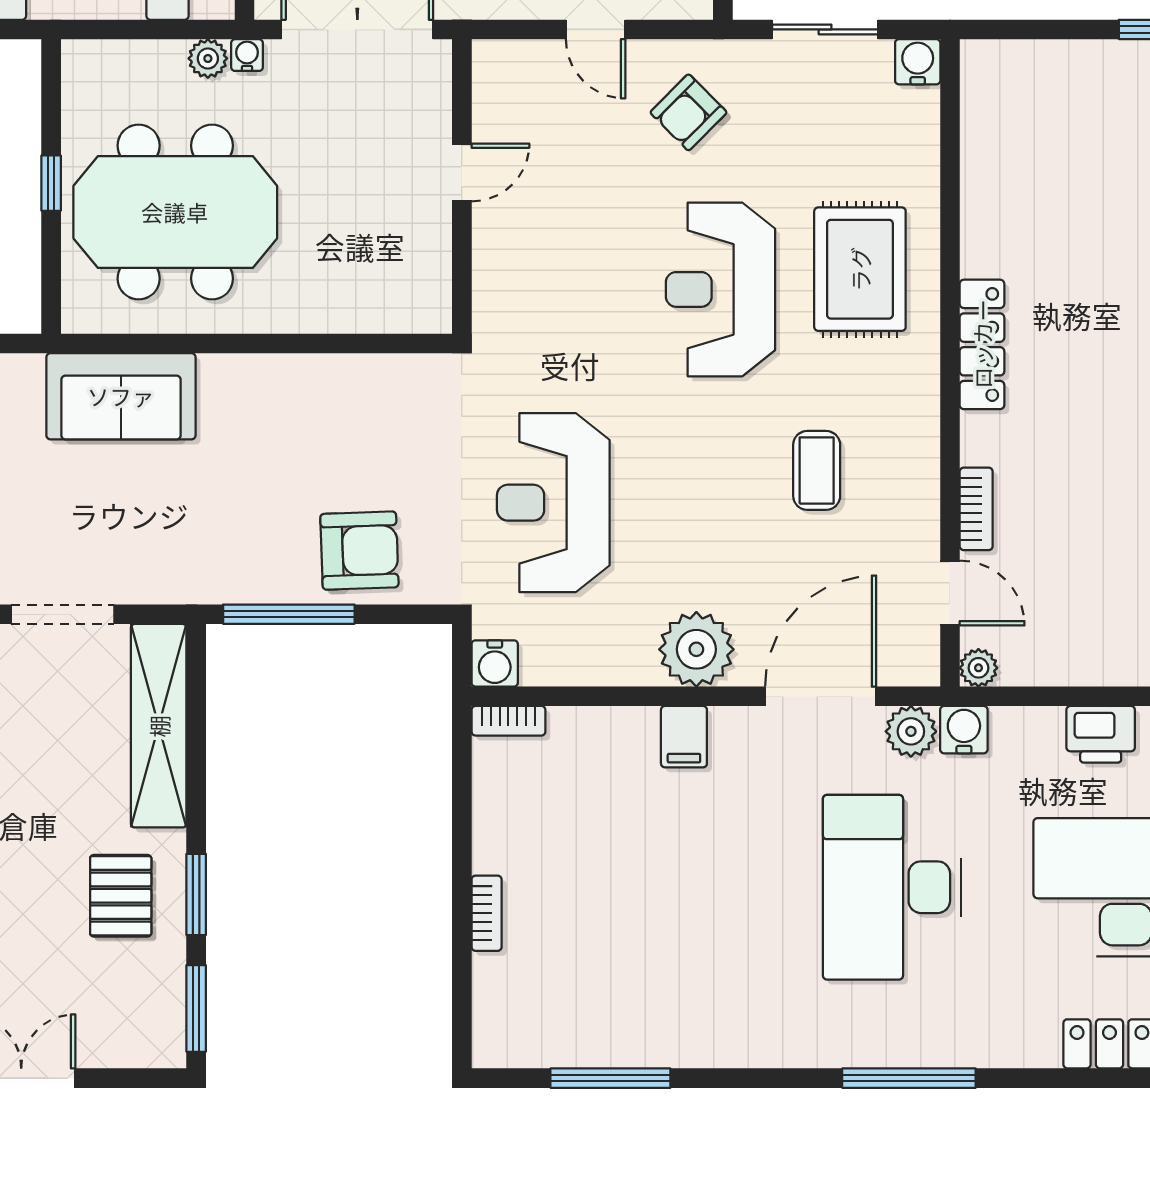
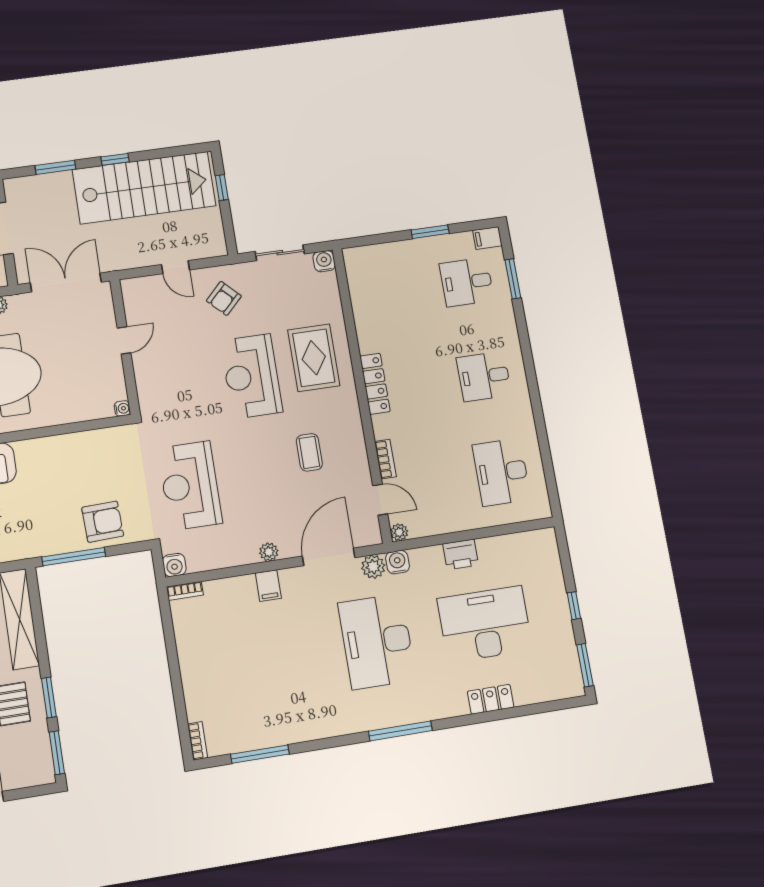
water cooler: (247, 55) -> (122, 408), moved, turned 90
plant: (696, 649) -> (269, 552), width x0.53, depth x0.53
bookcase: (487, 913) -> (198, 741), moved

